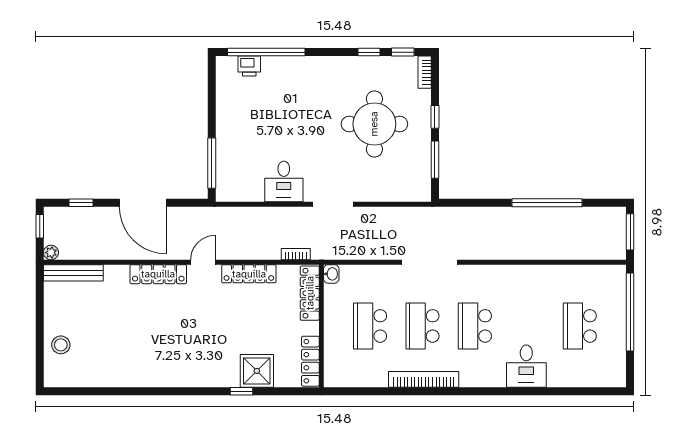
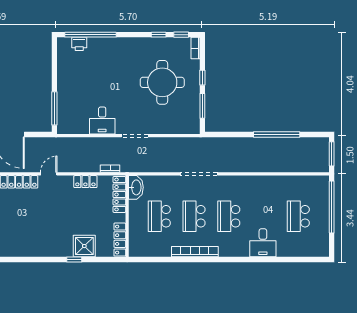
locker: (249, 274) -> (85, 182), width x0.66
washbasin: (331, 274) -> (136, 187), width x1.91, depth x1.45

